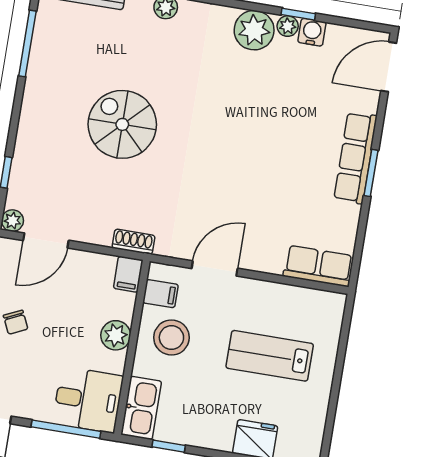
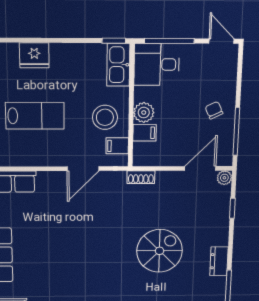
dresser: (36, 93) -> (219, 261), added
spiral stairs: (122, 124) -> (160, 251), turned -90
filing cabinet: (128, 274) -> (145, 133), moved, turned 90
window: (169, 446) -> (114, 41), moved

